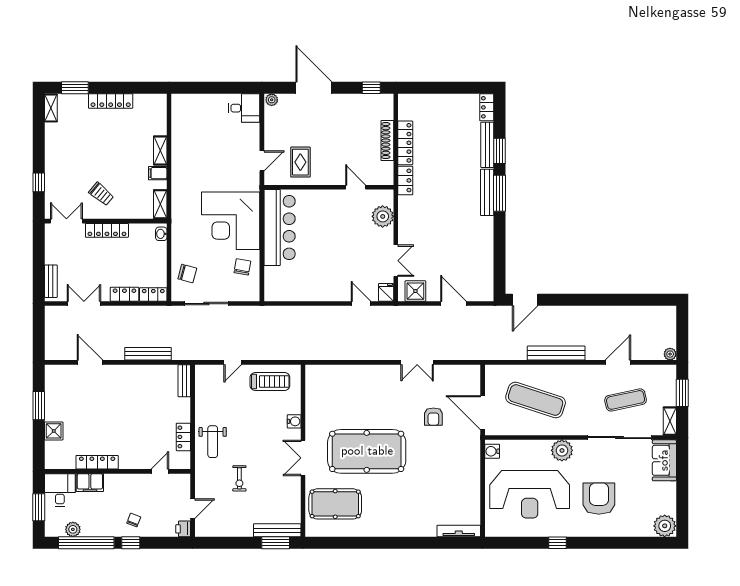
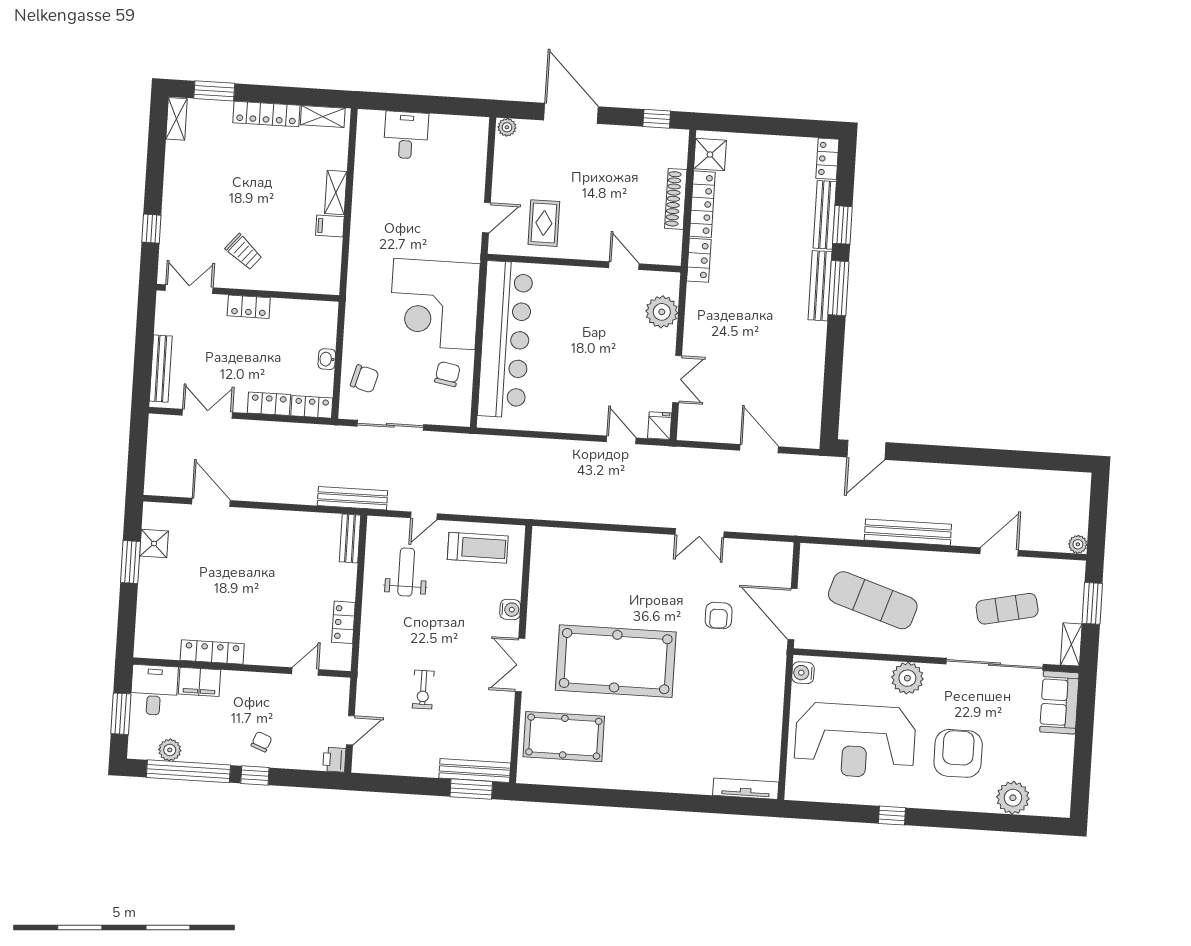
desk: (244, 108) -> (406, 135), moved, turned -90
shelving: (160, 204) -> (323, 116), moved, turned 90
bar counter: (280, 228) -> (505, 339), width x1.36
locker: (107, 230) -> (249, 307), width x0.66
washbasin: (161, 234) -> (327, 359), moved
bench: (51, 281) -> (161, 369), width x1.36
shower: (415, 291) -> (710, 155), moved
bench: (148, 354) -> (352, 498), moved
shower: (54, 431) -> (154, 544), moved
weight bench: (213, 442) -> (406, 572), moved, turned 180
plant: (665, 526) -> (1013, 798), moved

